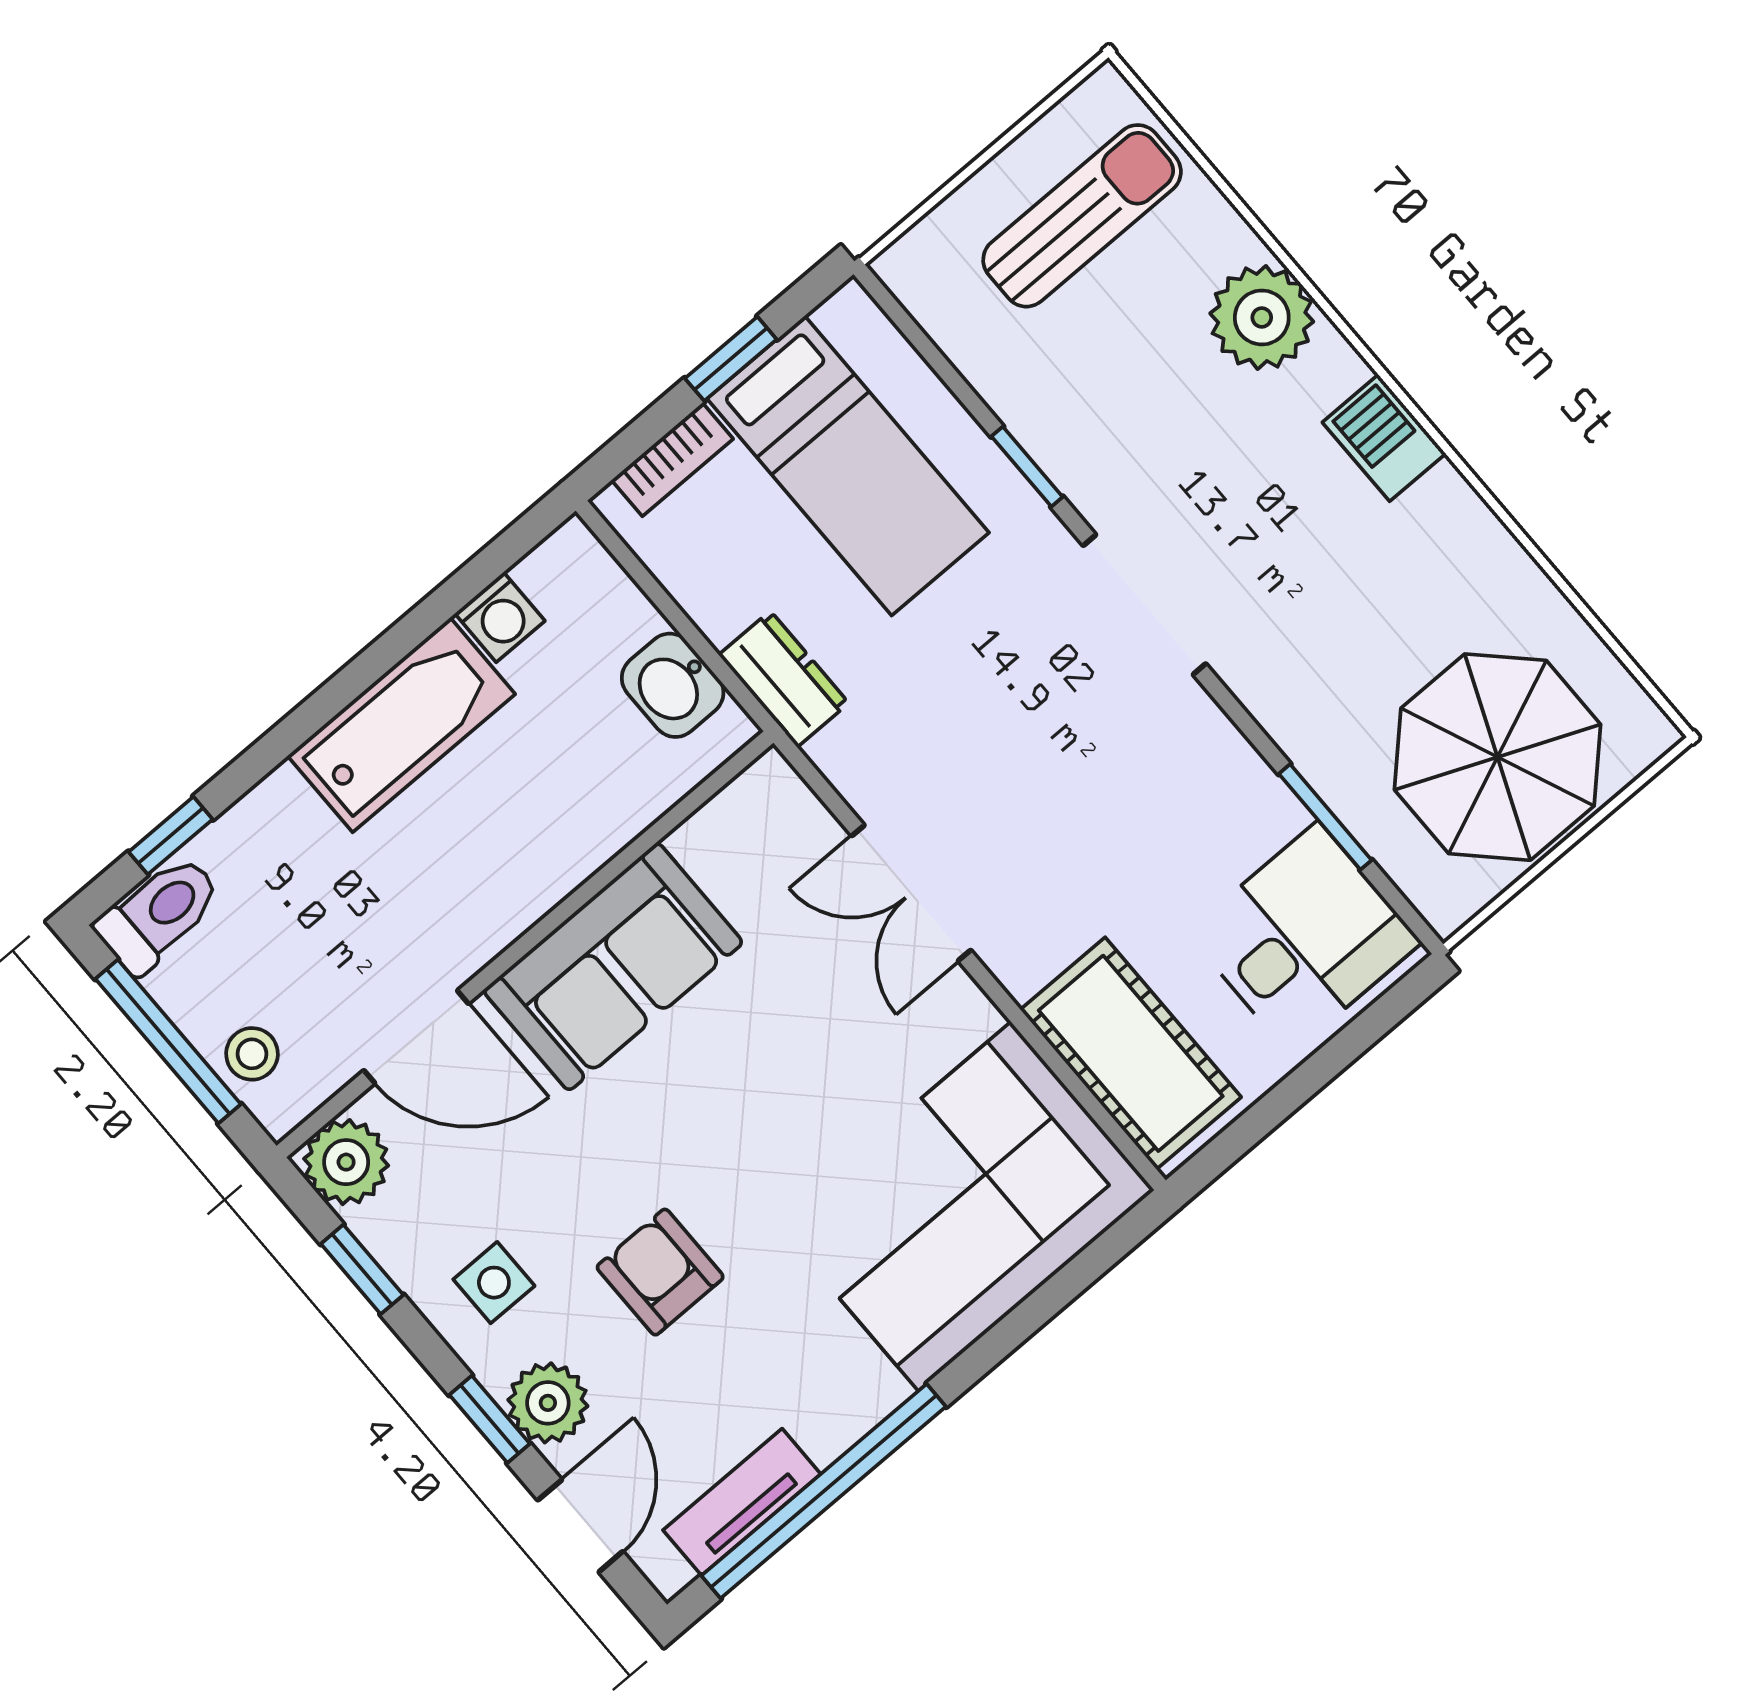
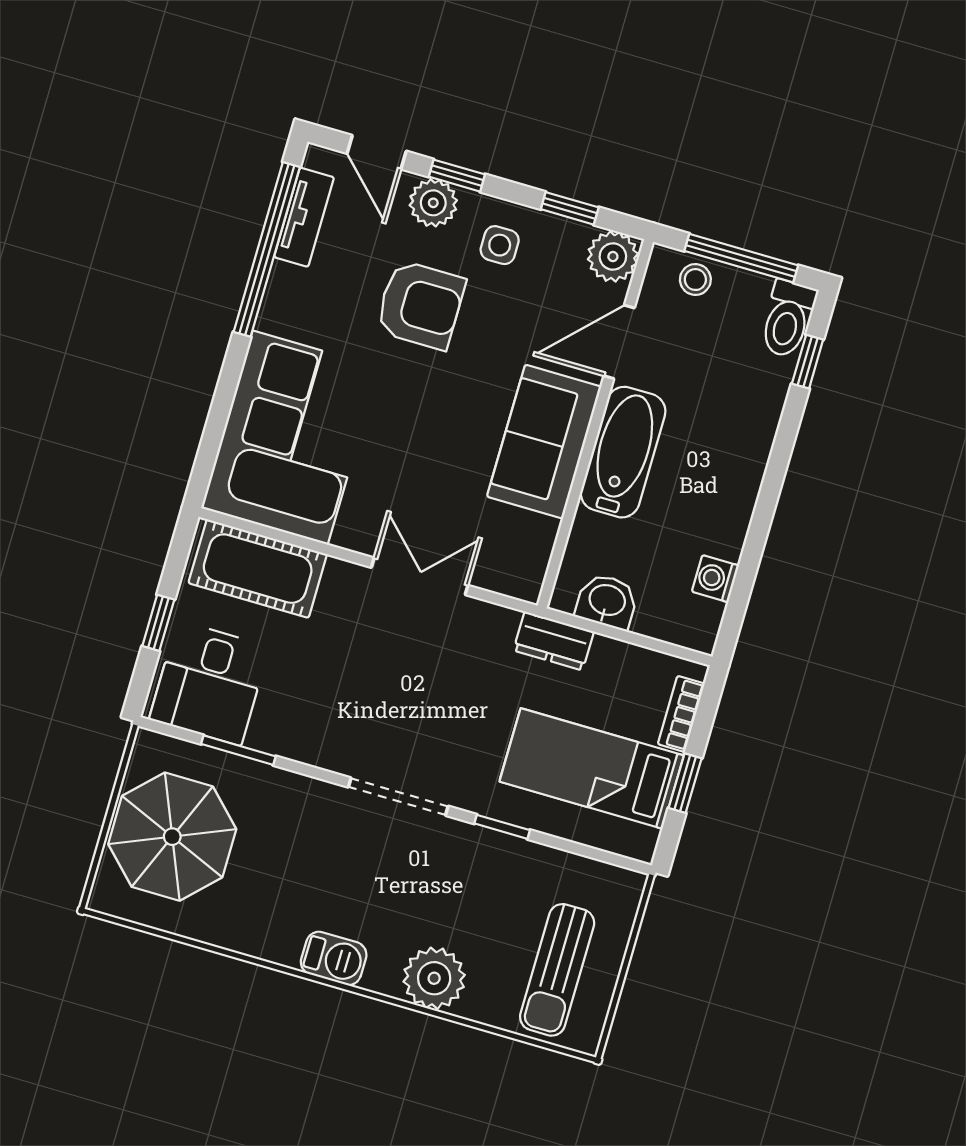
bathtub: (401, 725) -> (623, 452), moved, turned 180
window: (1320, 1069) -> (158, 623), added
armchair: (660, 1272) -> (420, 305), width x1.38, depth x1.38

